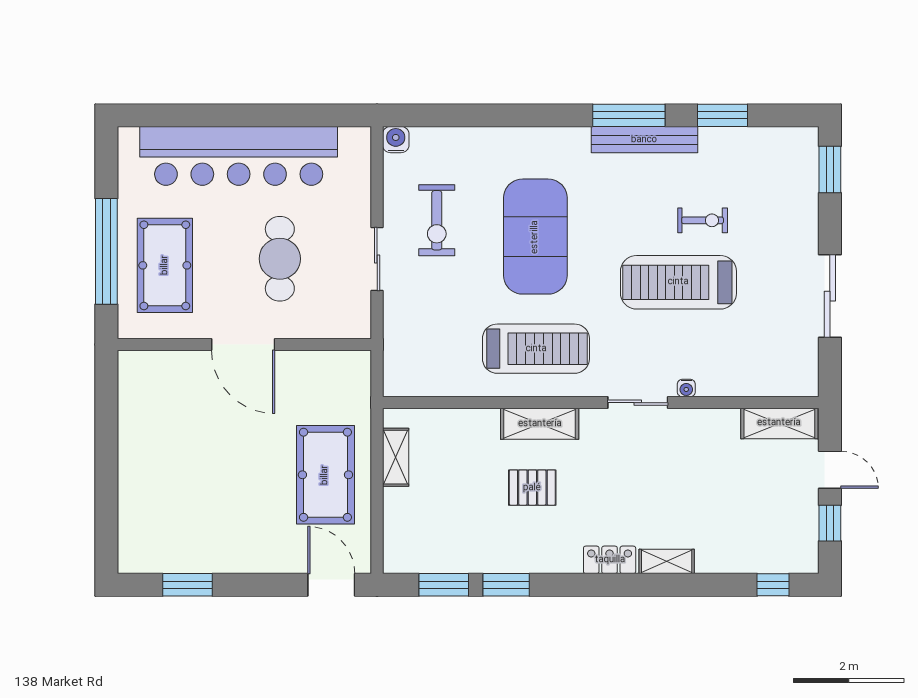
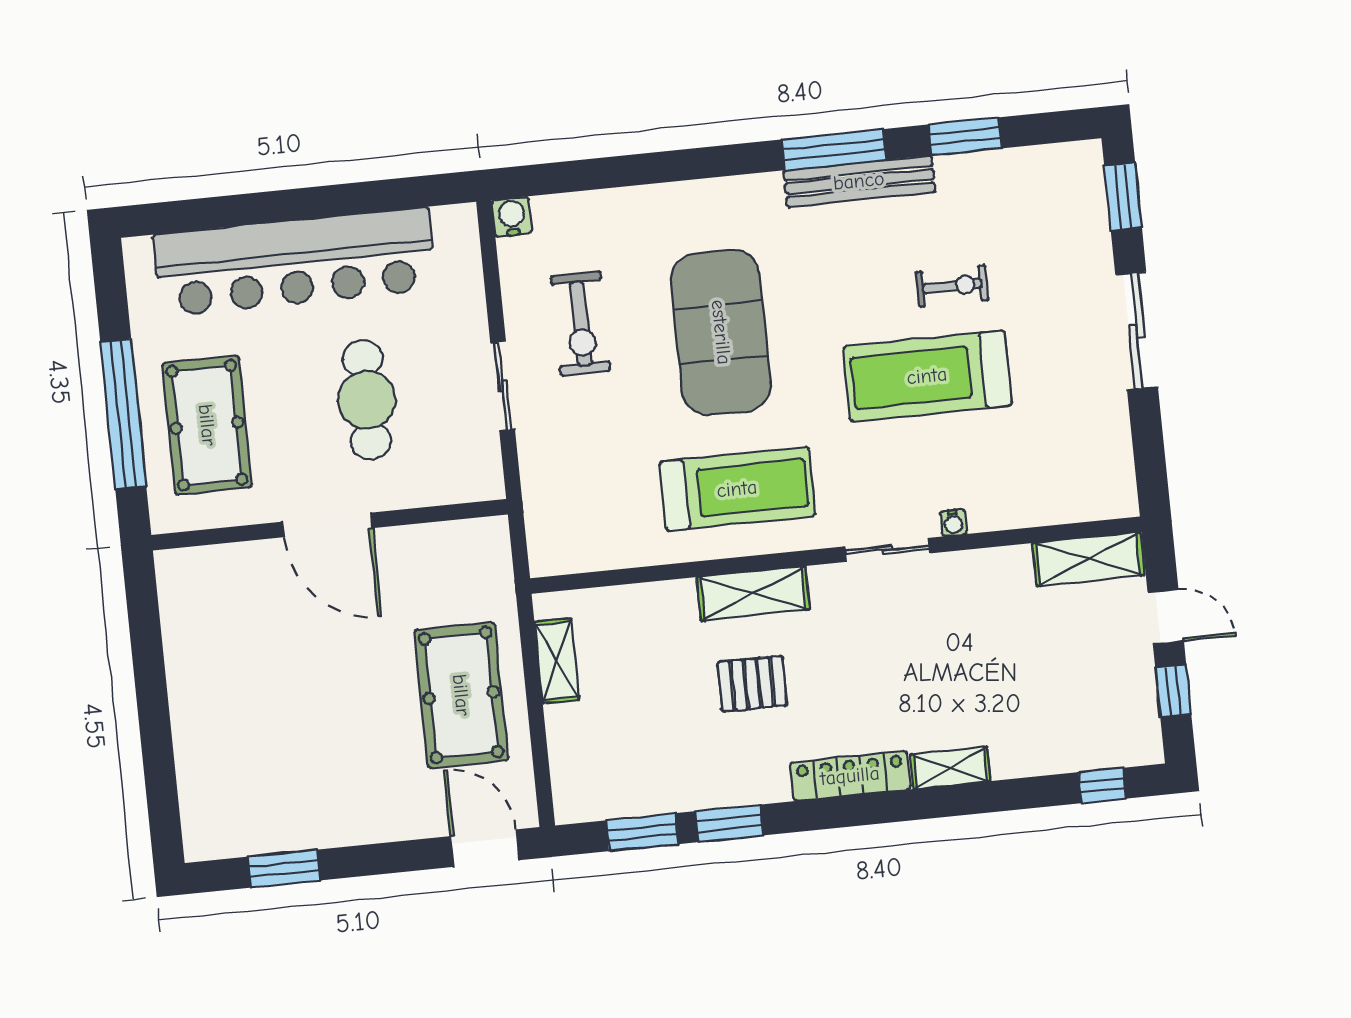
sliding door: (830, 296) -> (1137, 331), moved
locker: (610, 560) -> (850, 776), width x1.53

